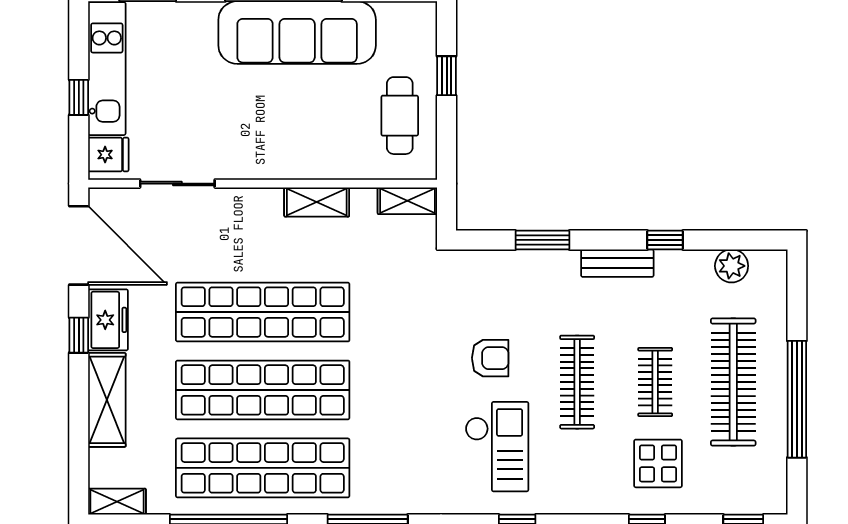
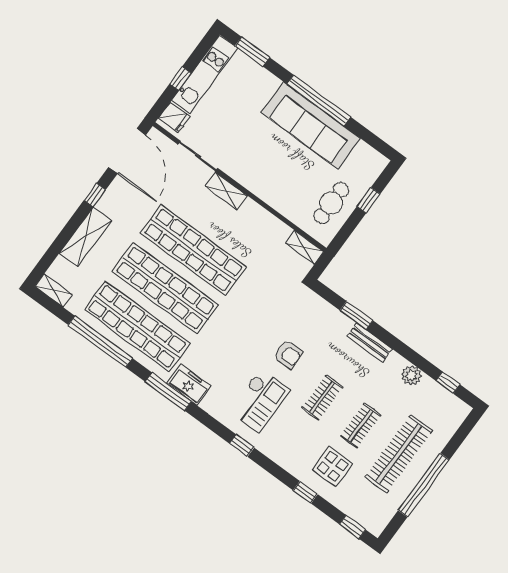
shelving: (317, 202) -> (226, 191), moved
window: (665, 240) -> (448, 383), moved
bench: (617, 263) -> (370, 343), moved
plant: (732, 266) -> (411, 375), moved
freezer: (108, 320) -> (189, 385), moved, turned -90
clothes rail: (577, 382) -> (322, 397), width x0.73

